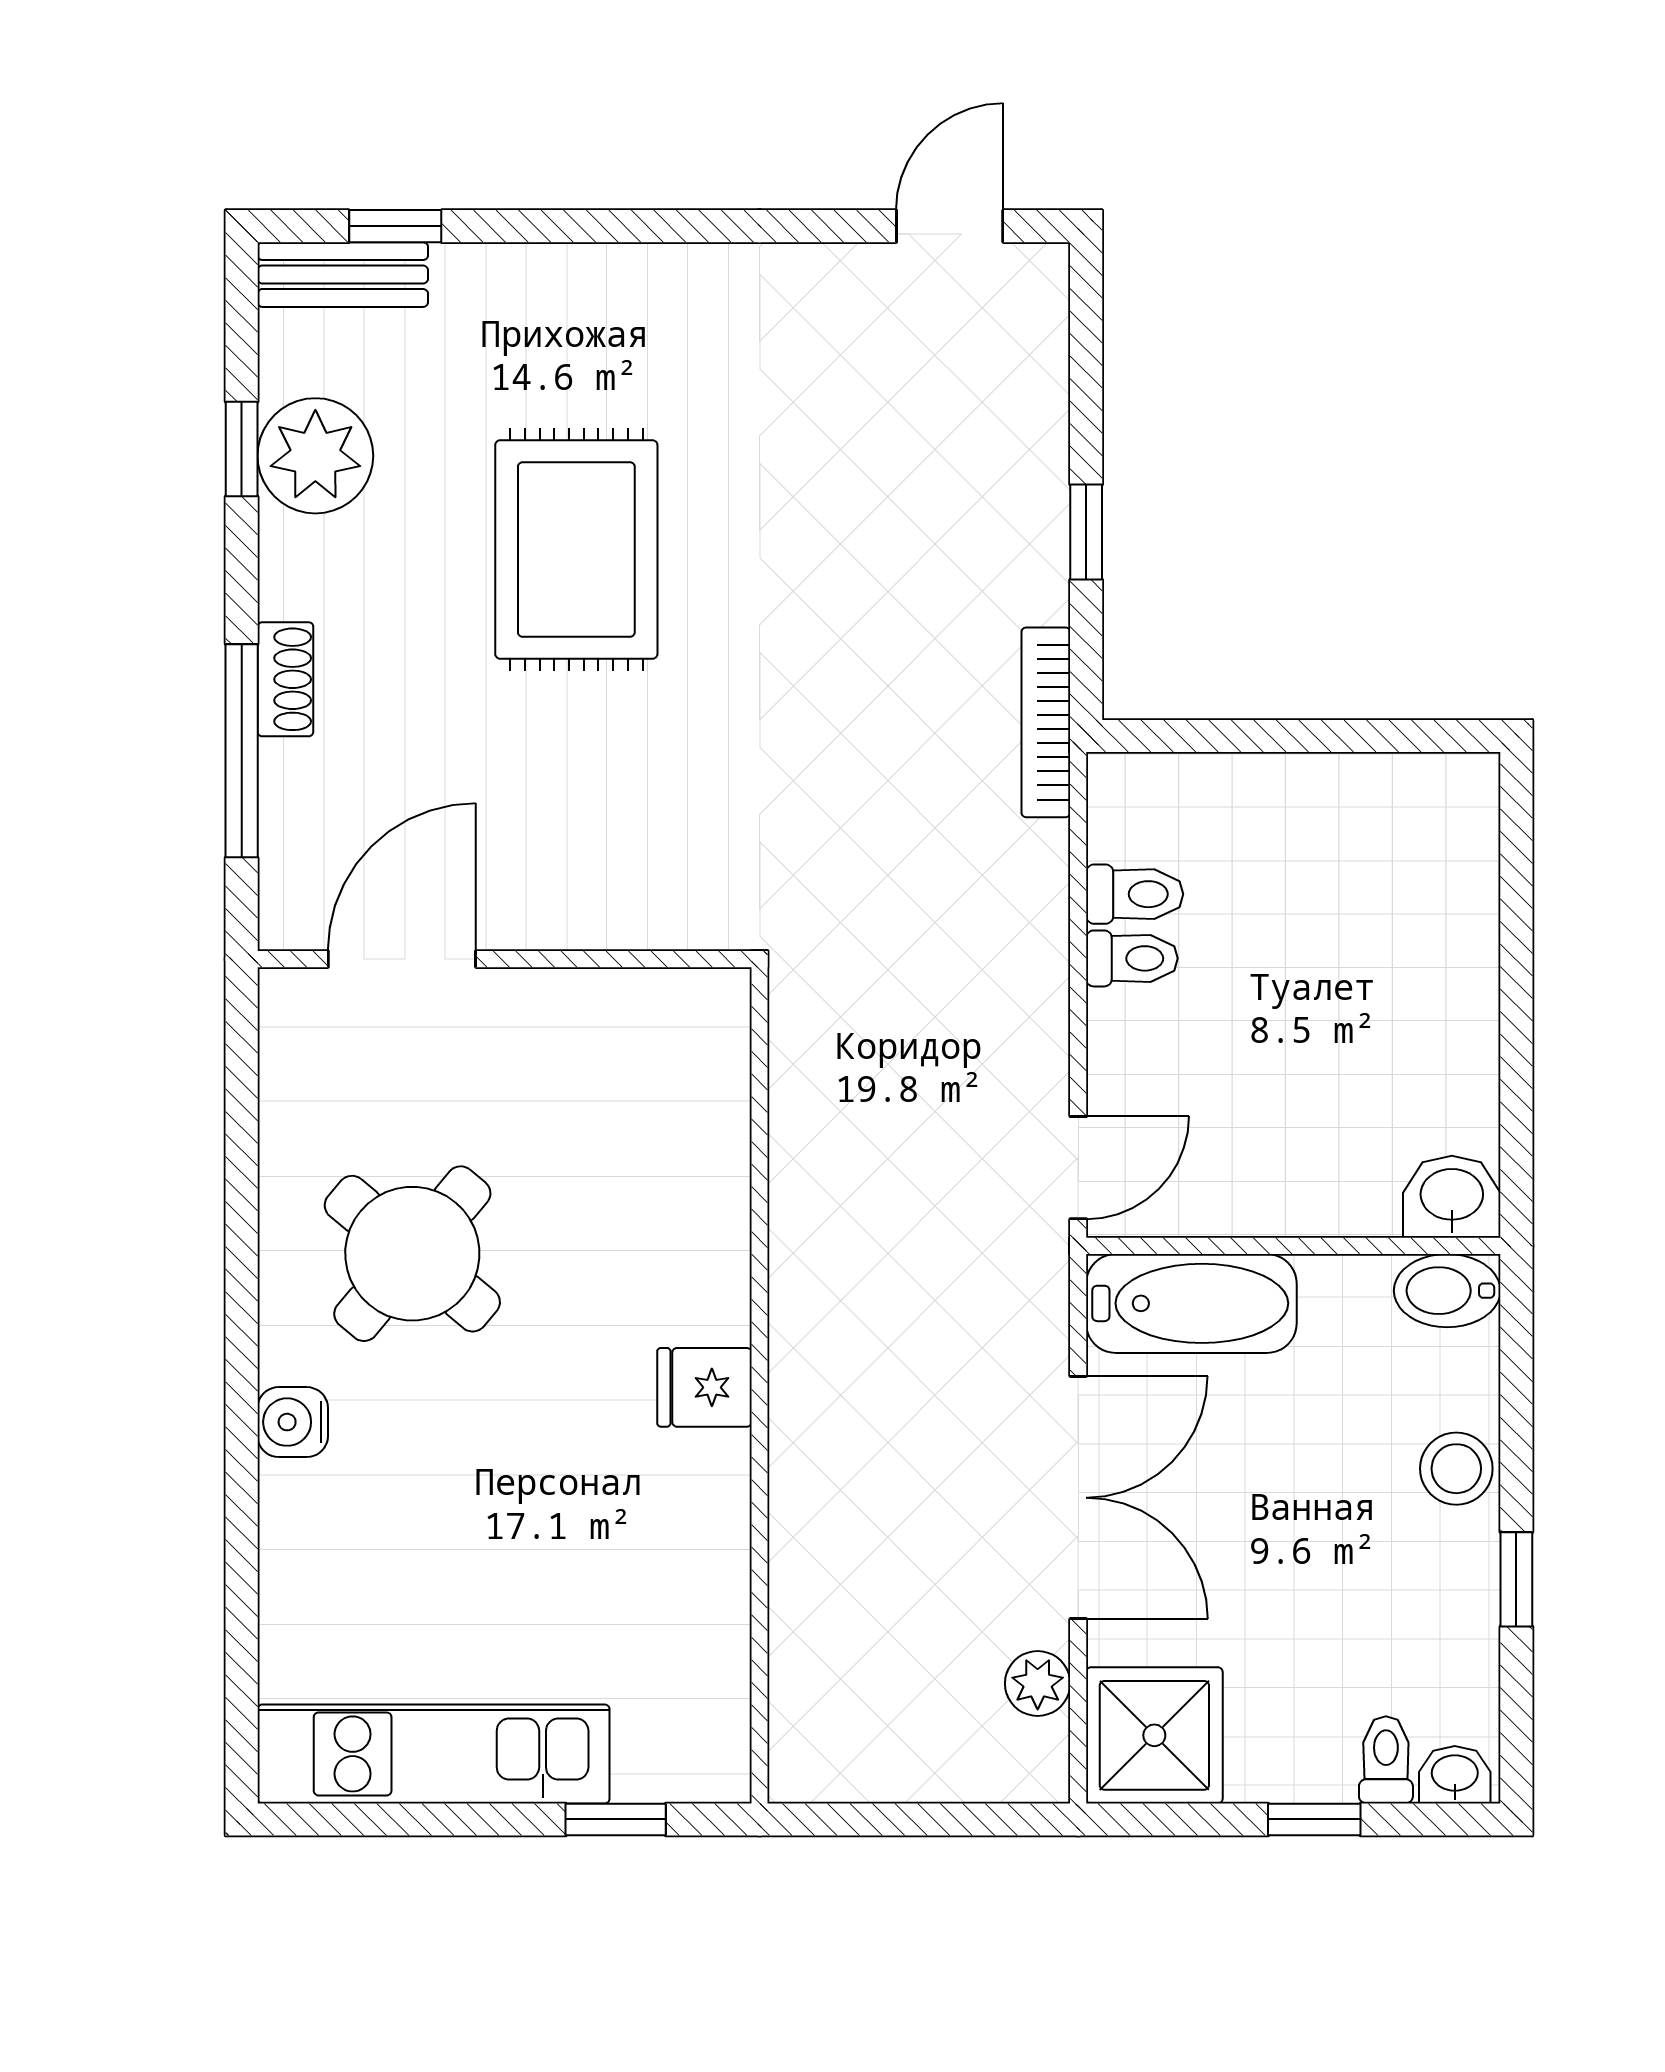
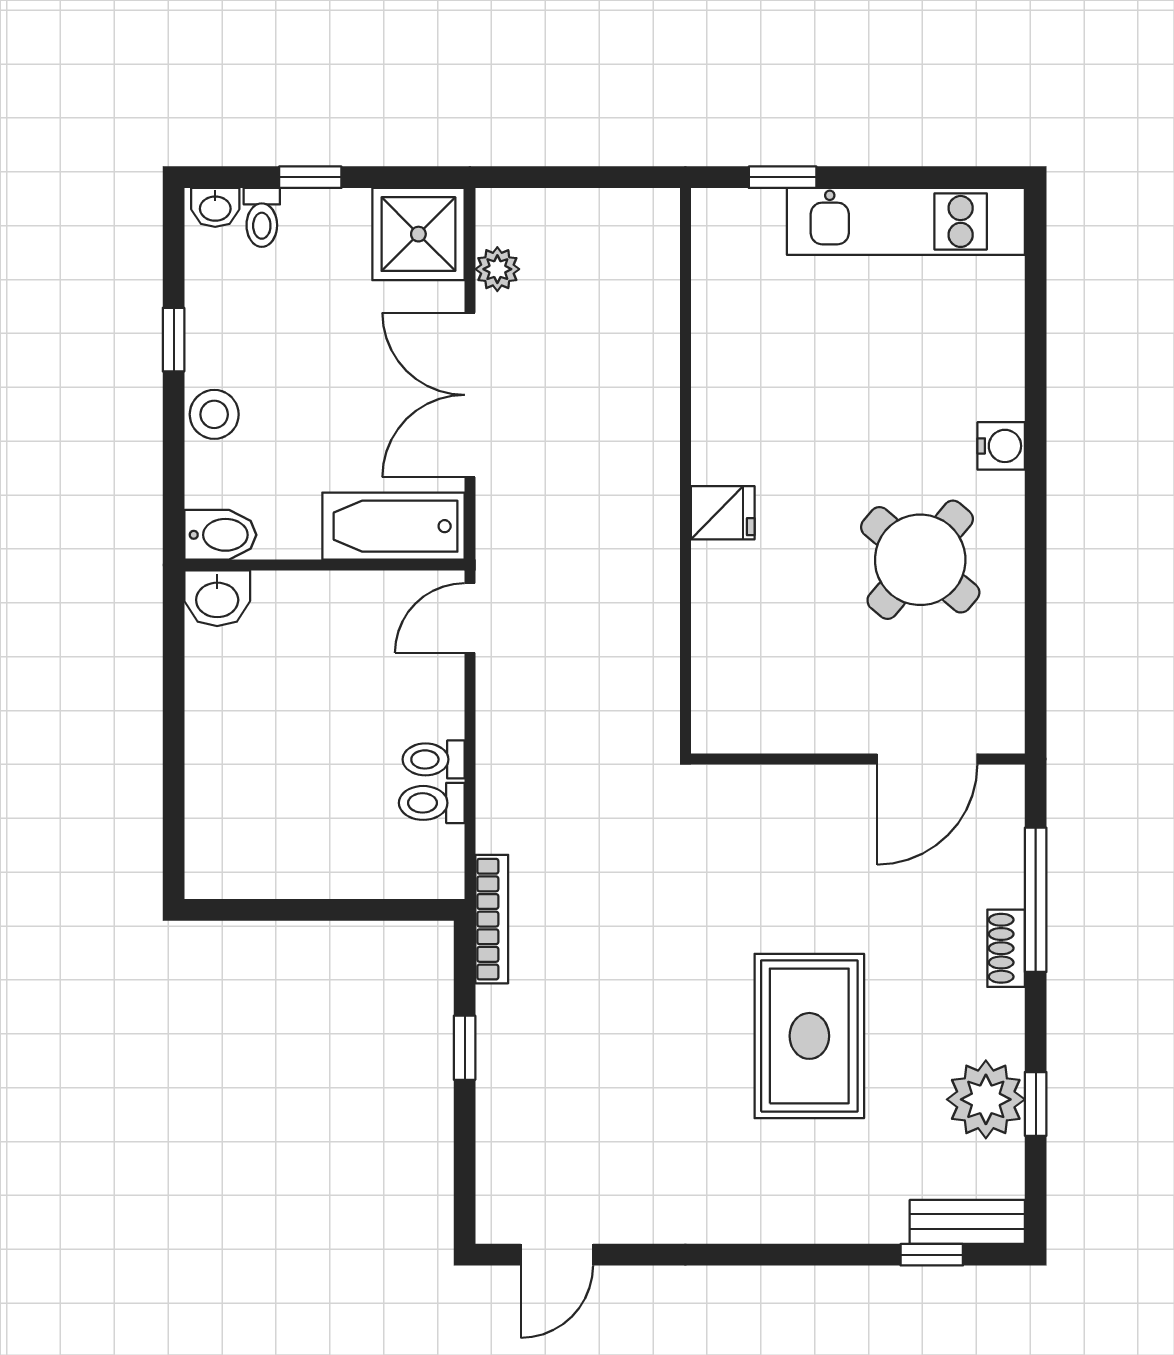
fridge: (704, 1387) -> (723, 513), moved

